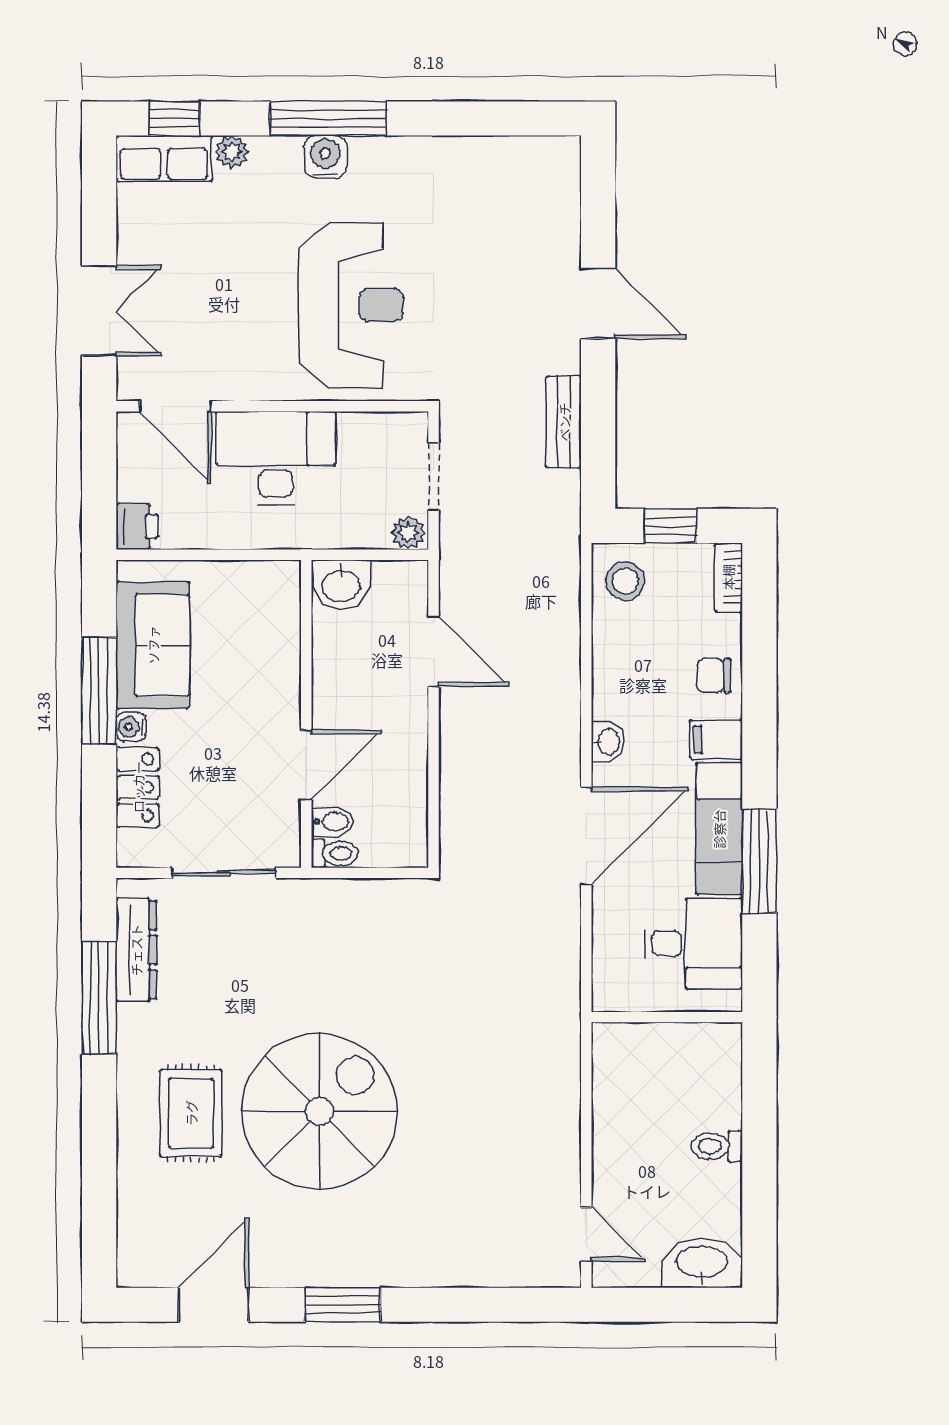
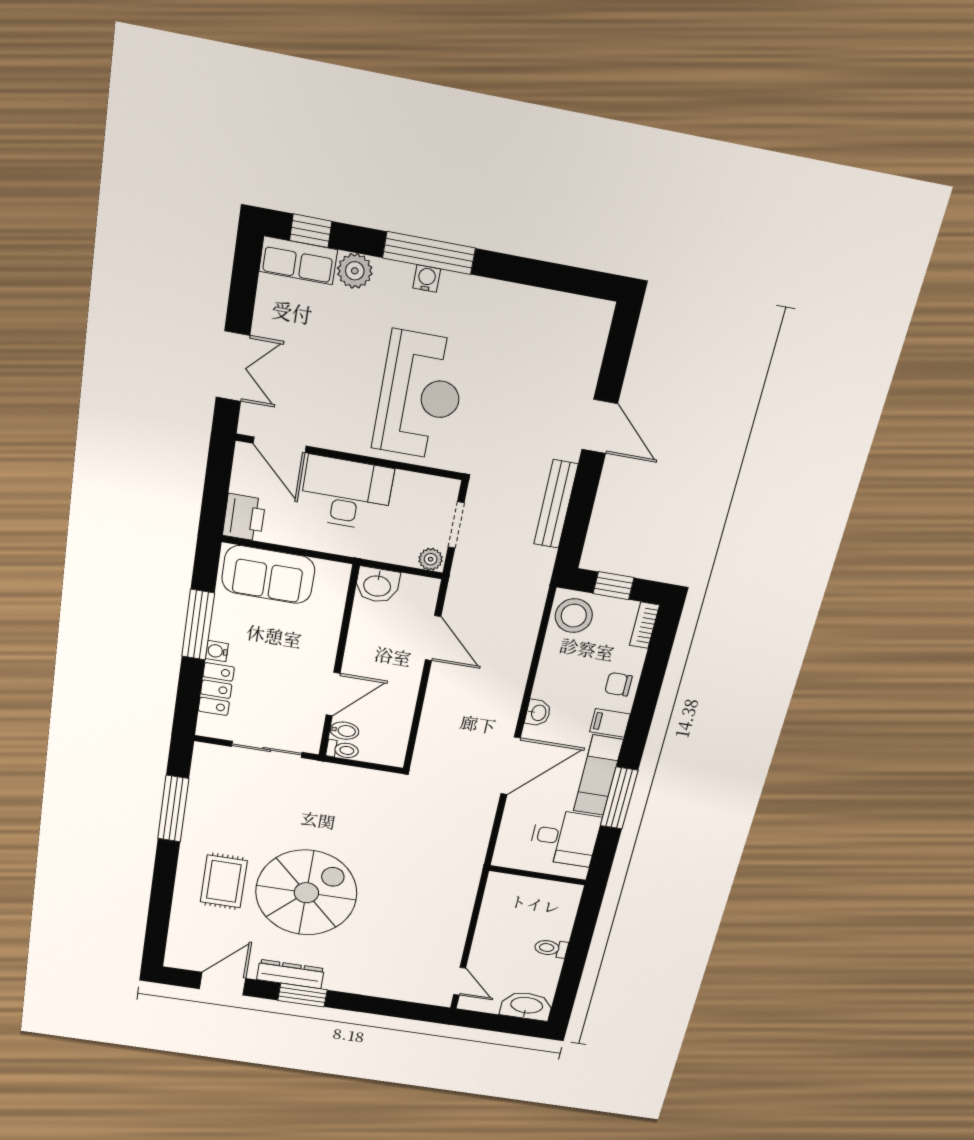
plant: (232, 152) -> (355, 271), width x1.38, depth x1.38
water cooler: (325, 157) -> (427, 278), width x0.72, depth x0.72
bench: (564, 422) -> (556, 504), width x1.36
printer: (137, 527) -> (244, 517), width x1.36, depth x1.24
stool: (625, 581) -> (574, 616), width x1.38, depth x1.38
sofa: (153, 645) -> (268, 575), moved, turned 90
dresser: (136, 950) -> (290, 974), moved, turned -90

